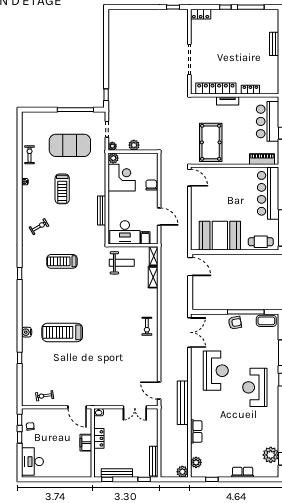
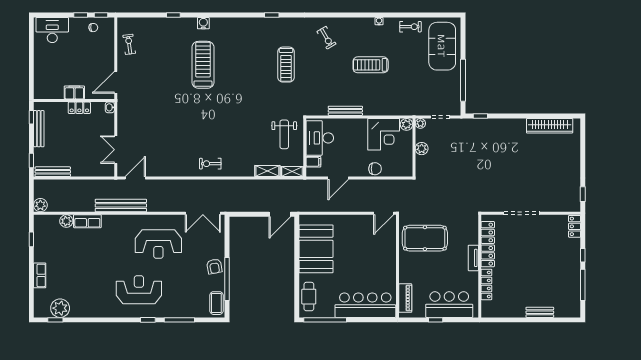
wardrobe: (114, 35) -> (550, 126), added
locker: (250, 90) -> (486, 284), width x1.53
exercise mat: (70, 145) -> (442, 46), moved
treadmill: (62, 261) -> (286, 65), turned 180
plant: (196, 462) -> (66, 221), moved

